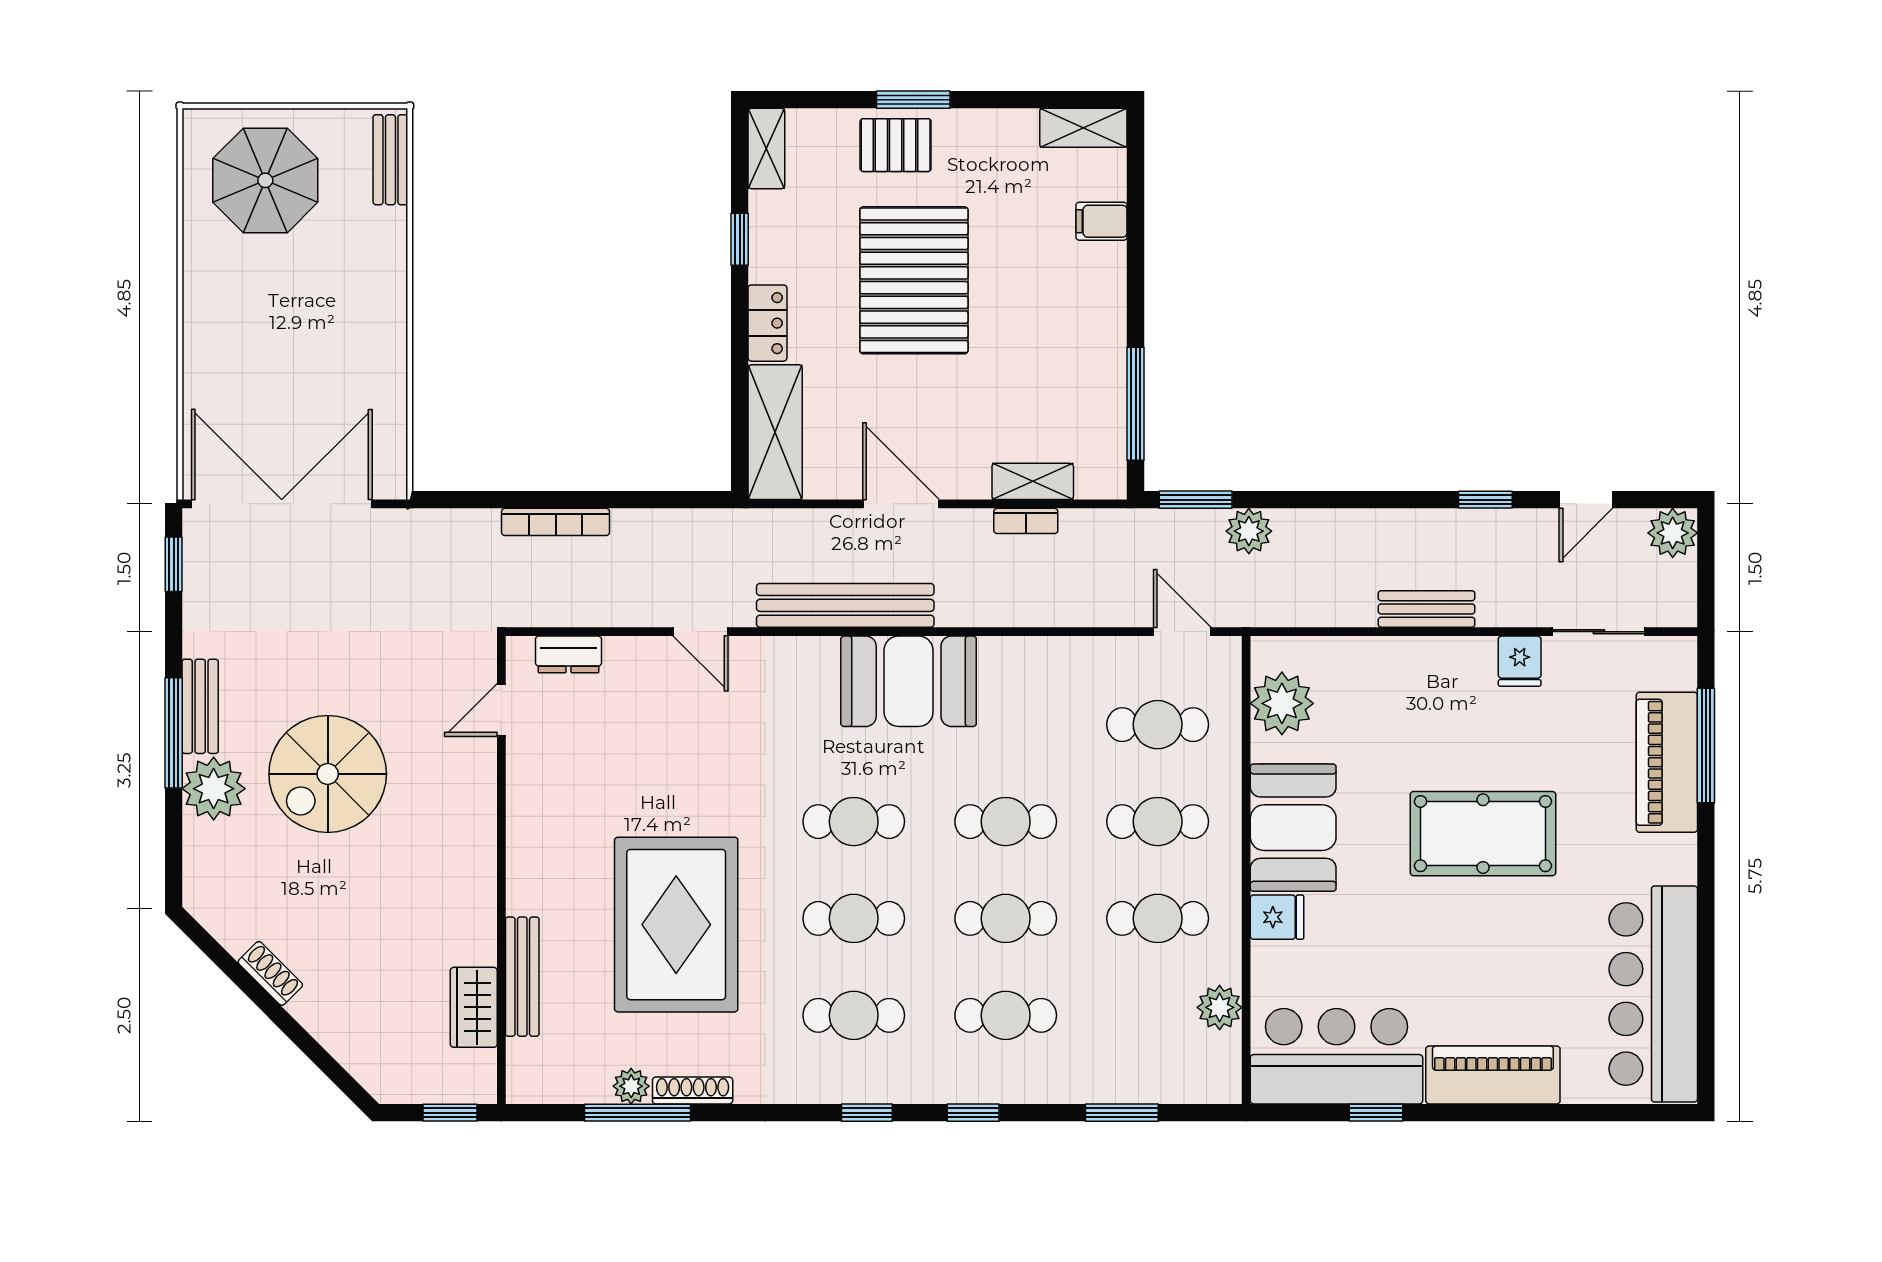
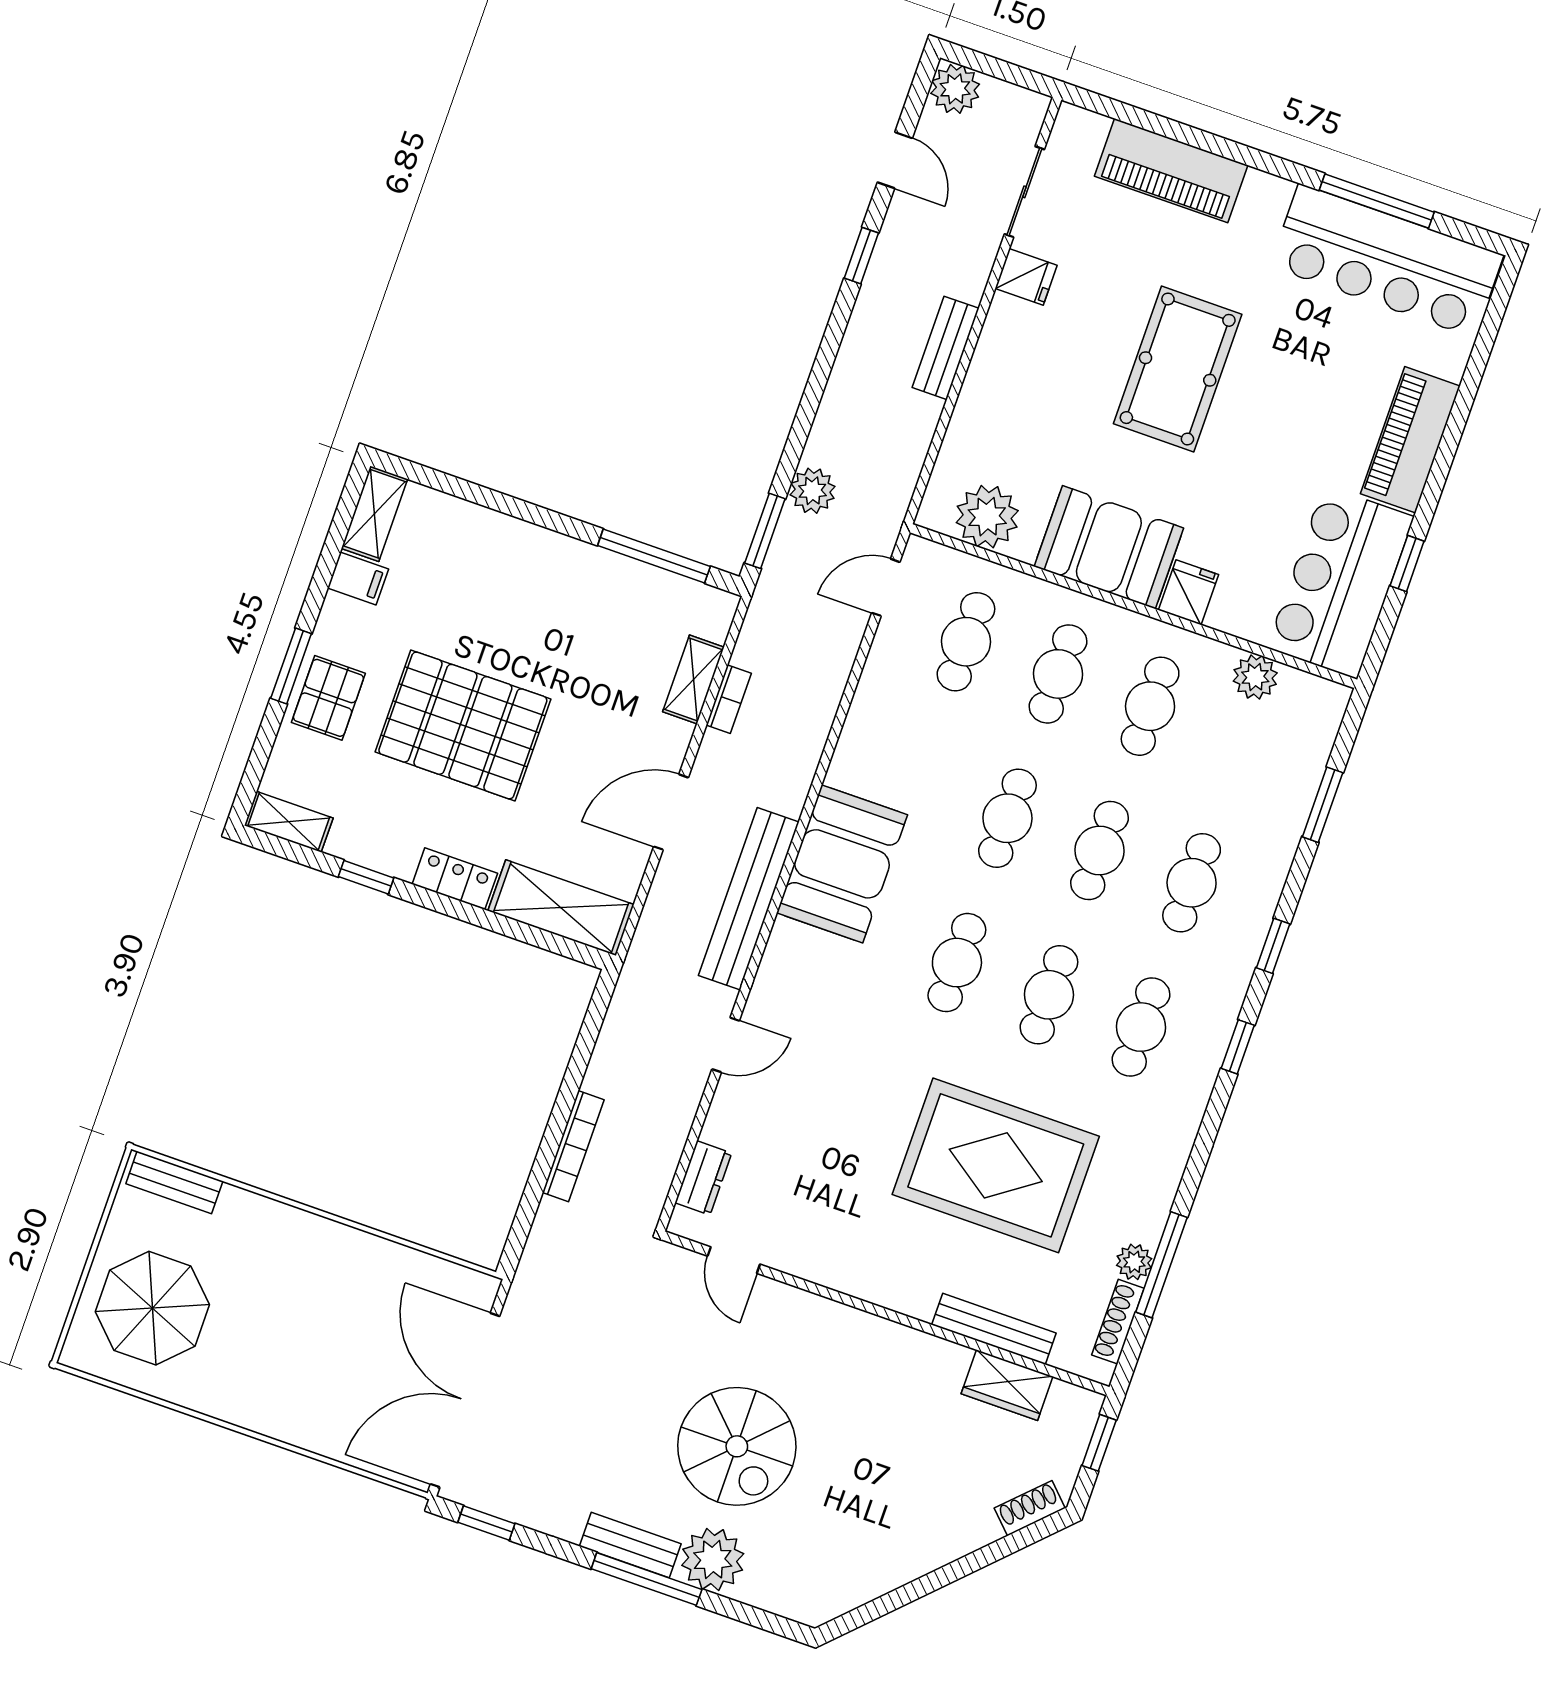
filing cabinet: (1101, 221) -> (358, 578), moved, turned -90
window: (1706, 745) -> (1377, 201), moved
shoe rack: (270, 973) -> (1030, 1508), moved
shoe rack: (693, 1090) -> (1118, 1322), moved

